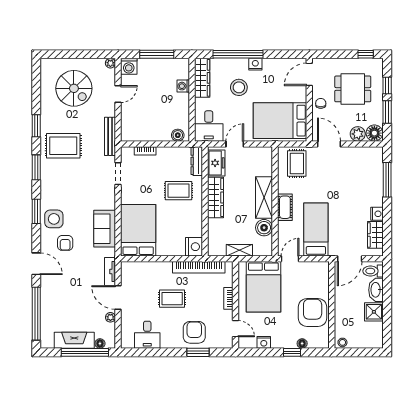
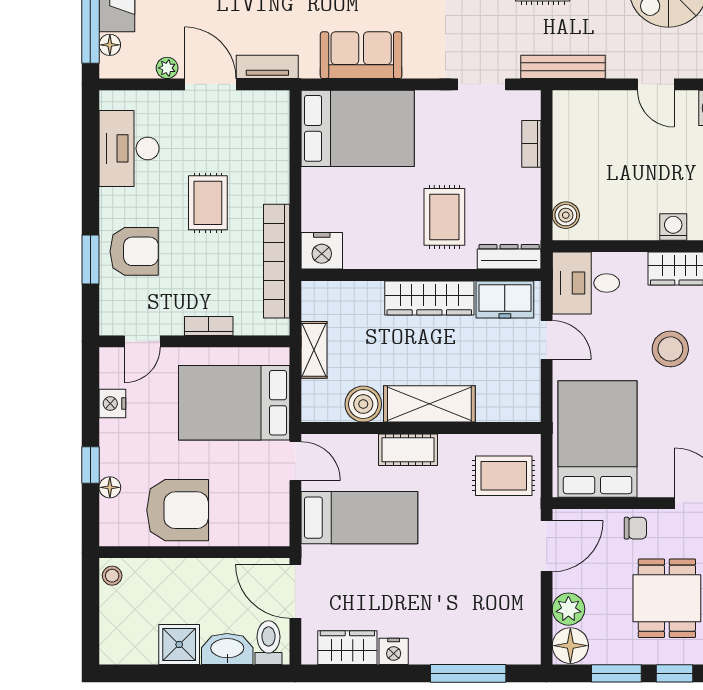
door: (118, 298) -> (210, 84), hinge flipped
desk: (147, 335) -> (129, 148), width x1.37

